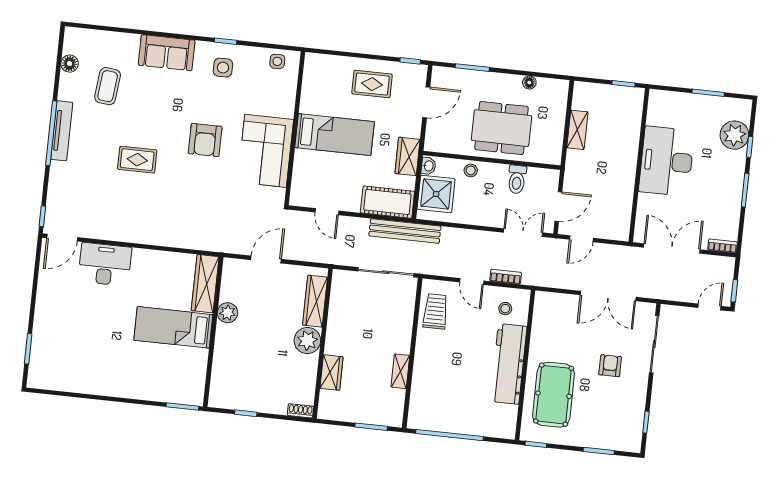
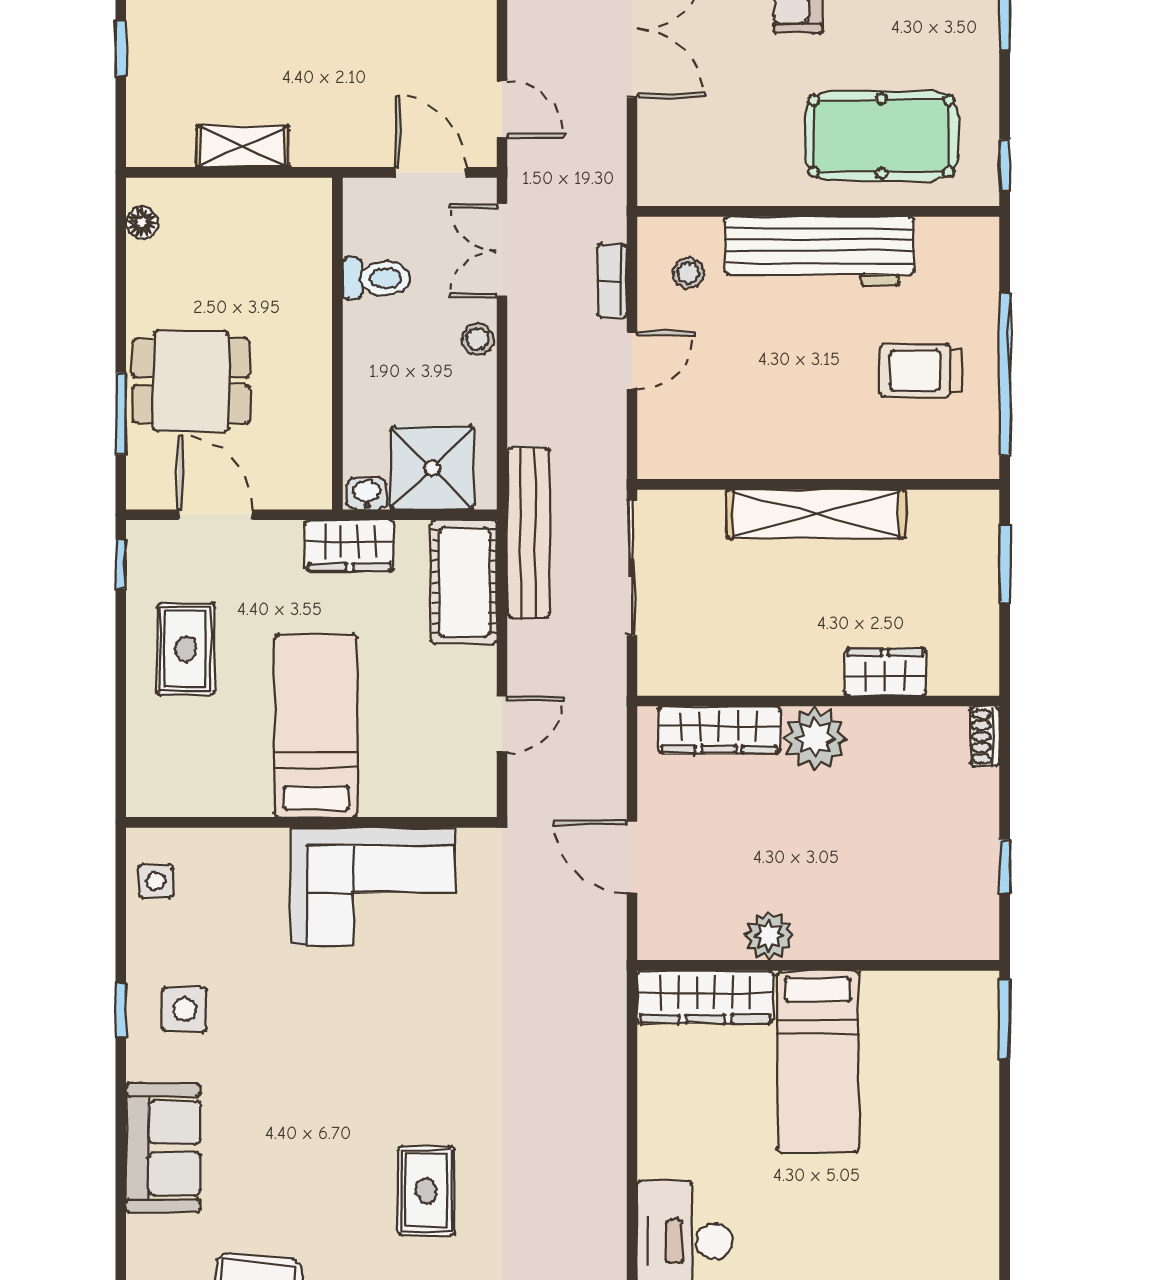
floor lamp: (529, 83) -> (142, 223), moved
dining table: (501, 128) -> (191, 381), moved, width x0.73
armchair: (205, 140) -> (362, 1034), removed
stool: (471, 170) -> (478, 339), moved
trolley: (435, 311) -> (921, 370), moved
shelving: (400, 371) -> (816, 514), width x2.20, depth x1.33

